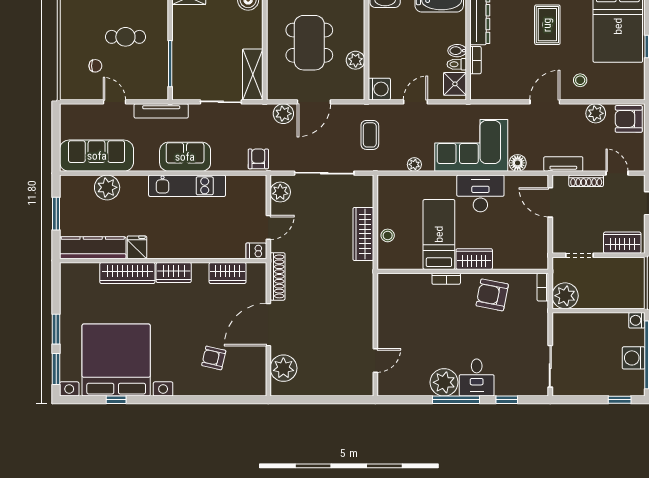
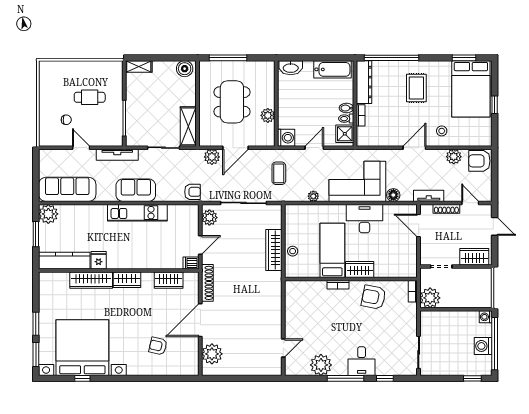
armchair: (258, 159) -> (193, 192), turned 90
plant: (107, 187) -> (48, 214), moved
plant: (444, 382) -> (321, 365), moved

